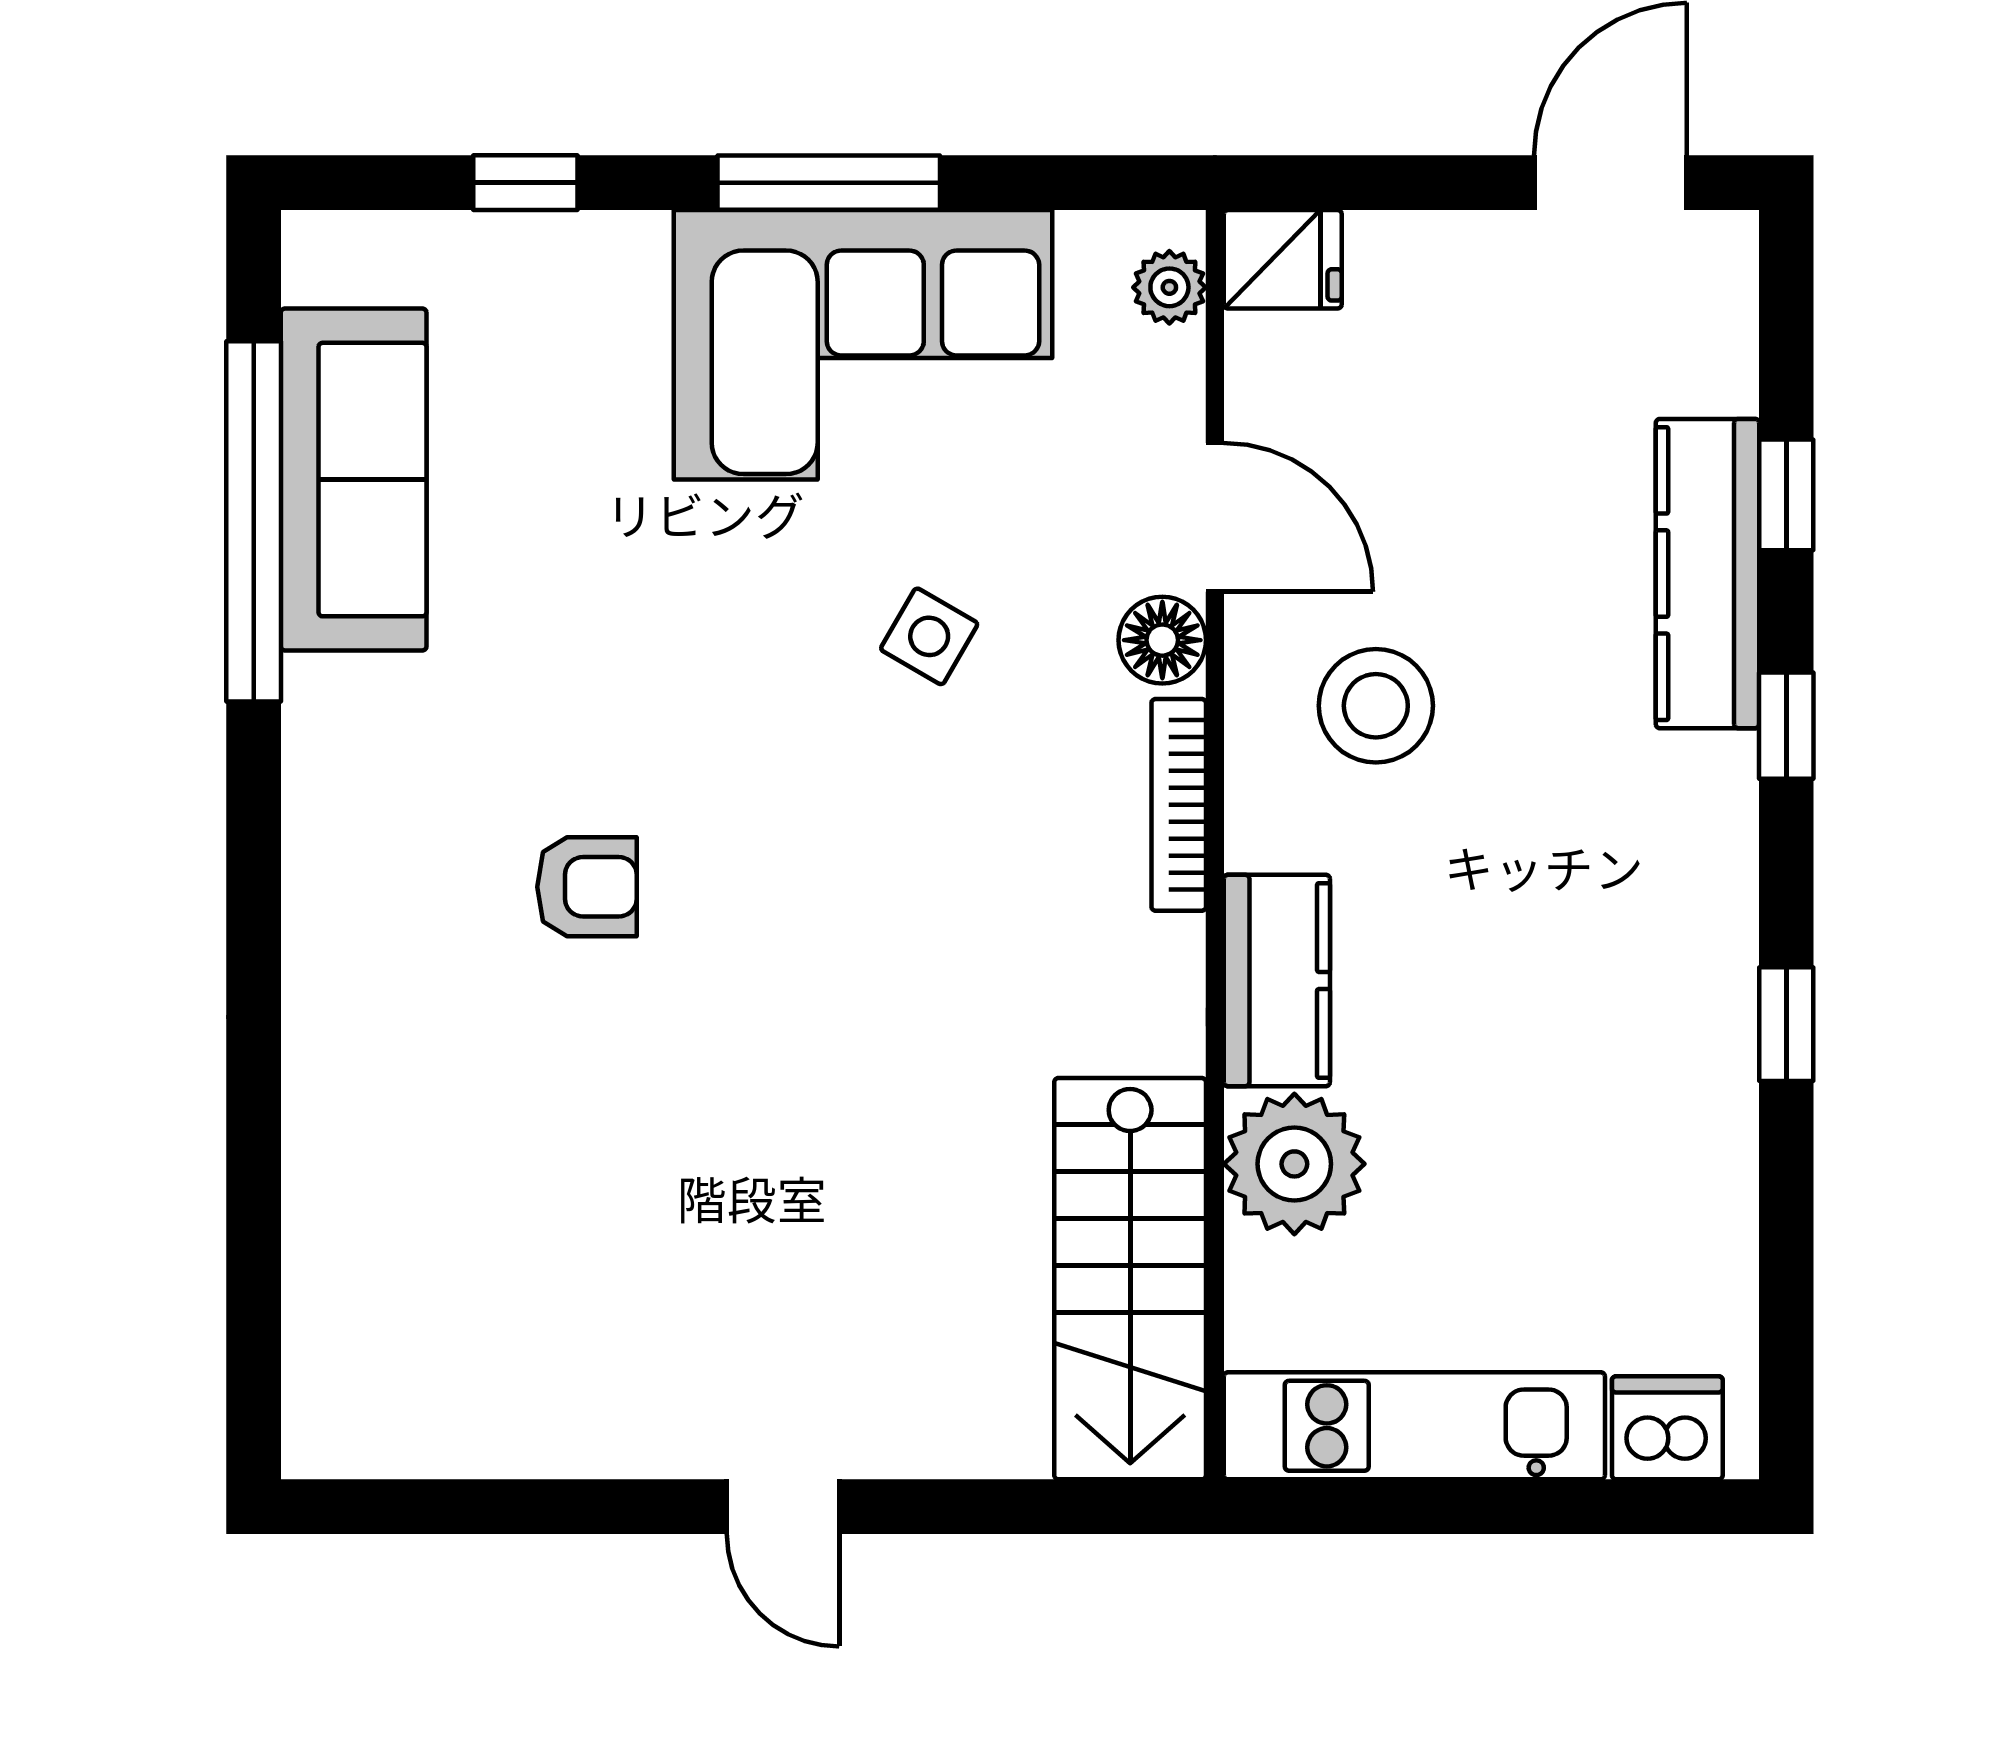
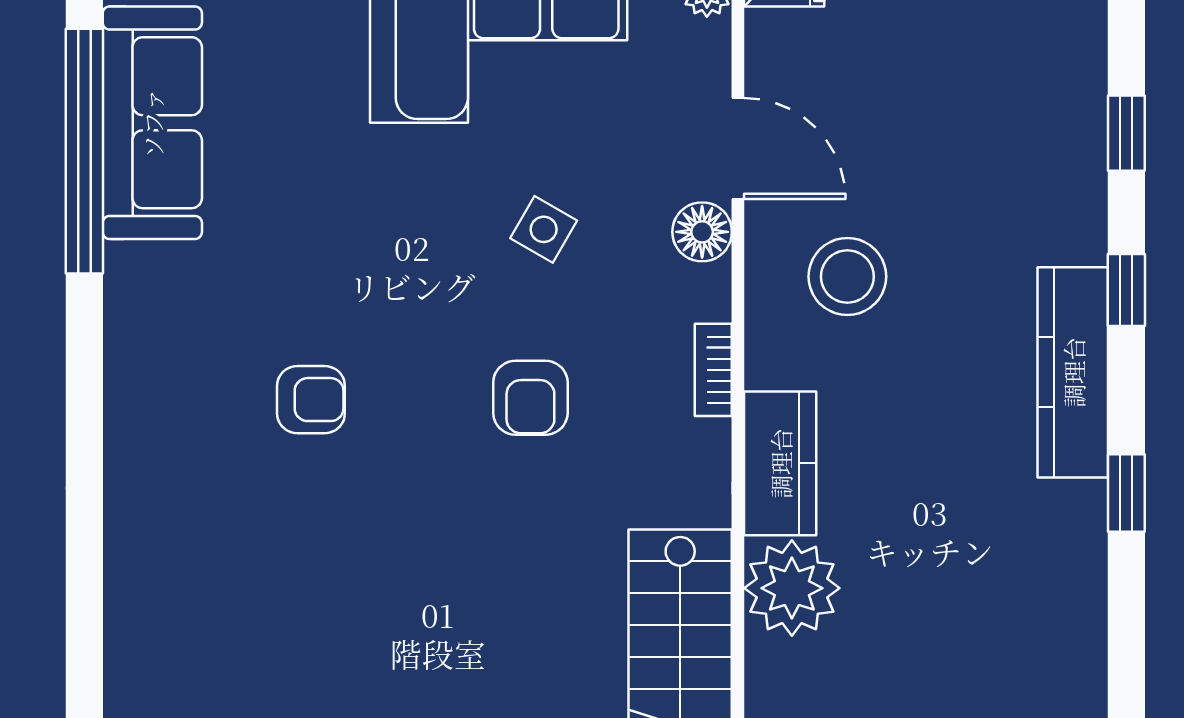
kitchen counter: (1707, 574) -> (1073, 372), moved
bookcase: (1179, 805) -> (713, 370), width x0.64
armchair: (910, 884) -> (530, 398), added

